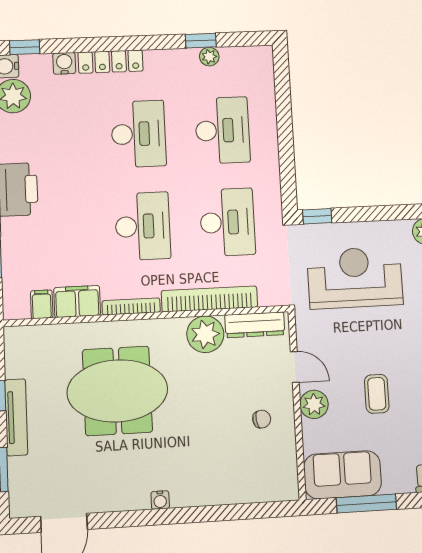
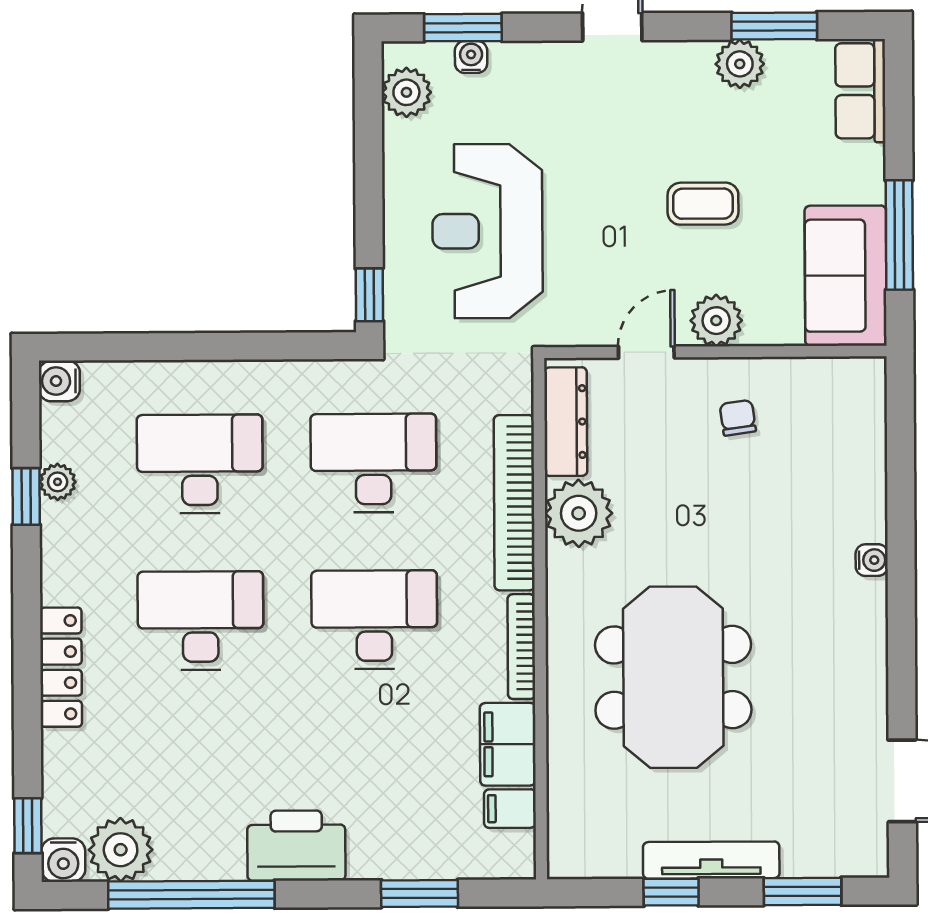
water cooler: (64, 63) -> (59, 381), moved
water cooler: (160, 500) -> (872, 560), moved

